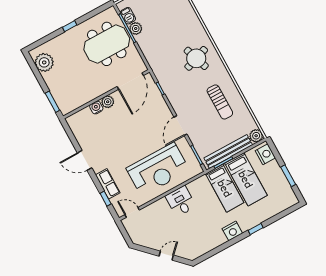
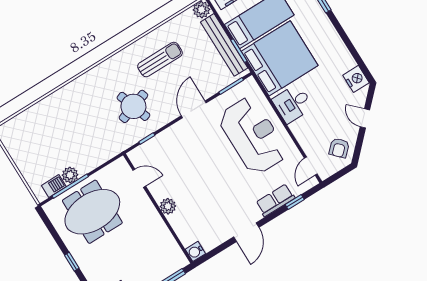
meeting table: (107, 44) -> (92, 212), turned 90
round table: (196, 58) -> (133, 106), moved
door: (130, 81) -> (139, 178), width x0.53
water cooler: (96, 107) -> (195, 251), moved
door: (180, 126) -> (194, 109), swing flipped
bed: (225, 188) -> (280, 58), width x2.04
nightstand: (232, 231) -> (356, 79), moved
armchair: (145, 235) -> (339, 148), added

